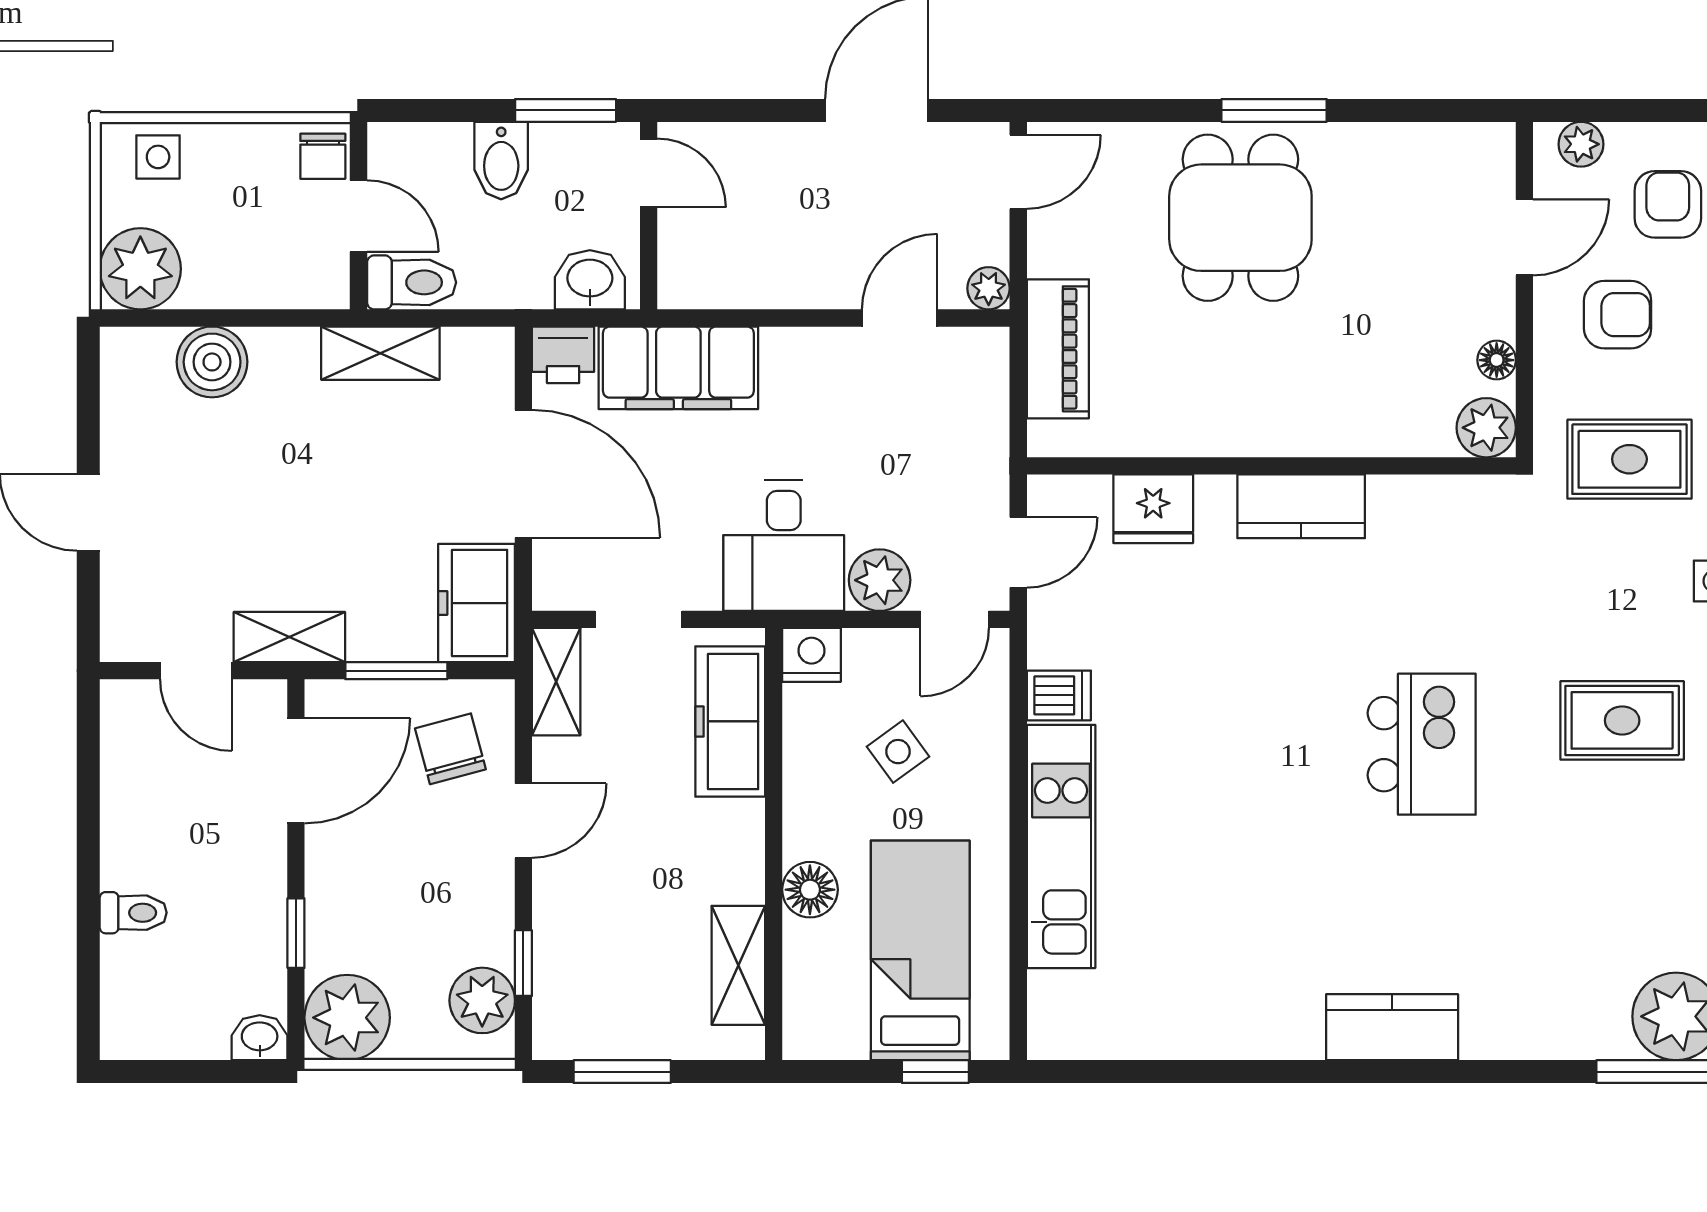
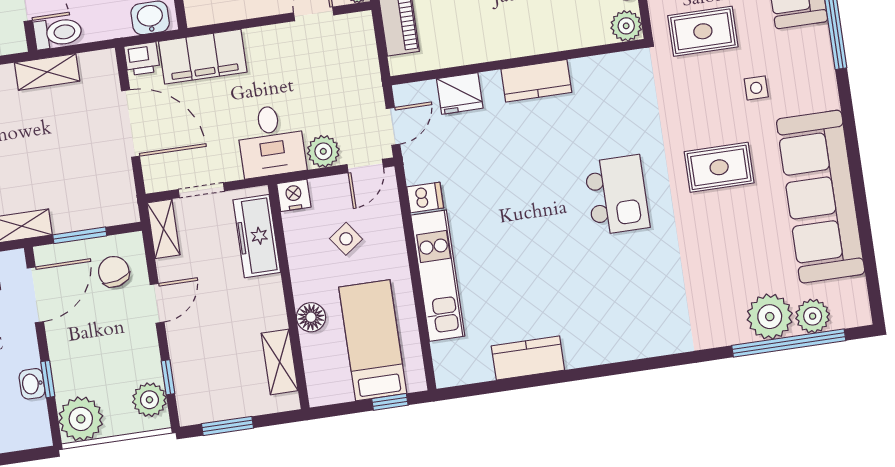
freezer: (477, 603) -> (116, 194), removed
kitchen counter: (1392, 1027) -> (528, 358), moved
washbasin: (260, 1038) -> (32, 384), moved, turned -90

